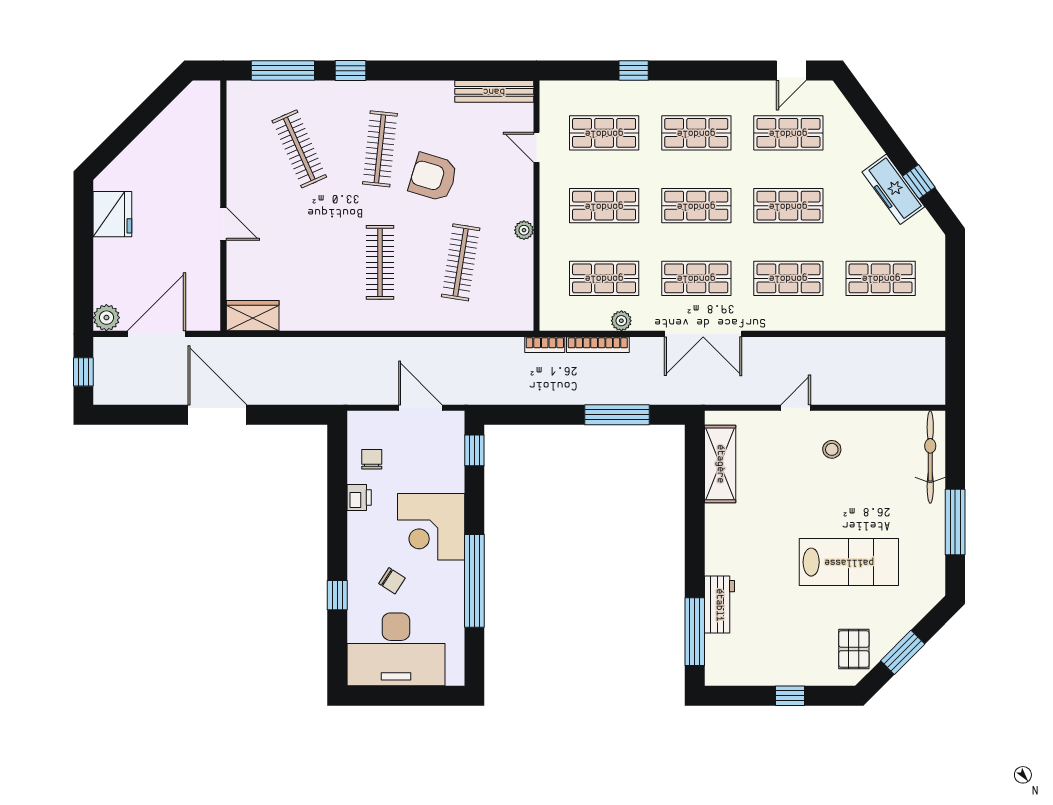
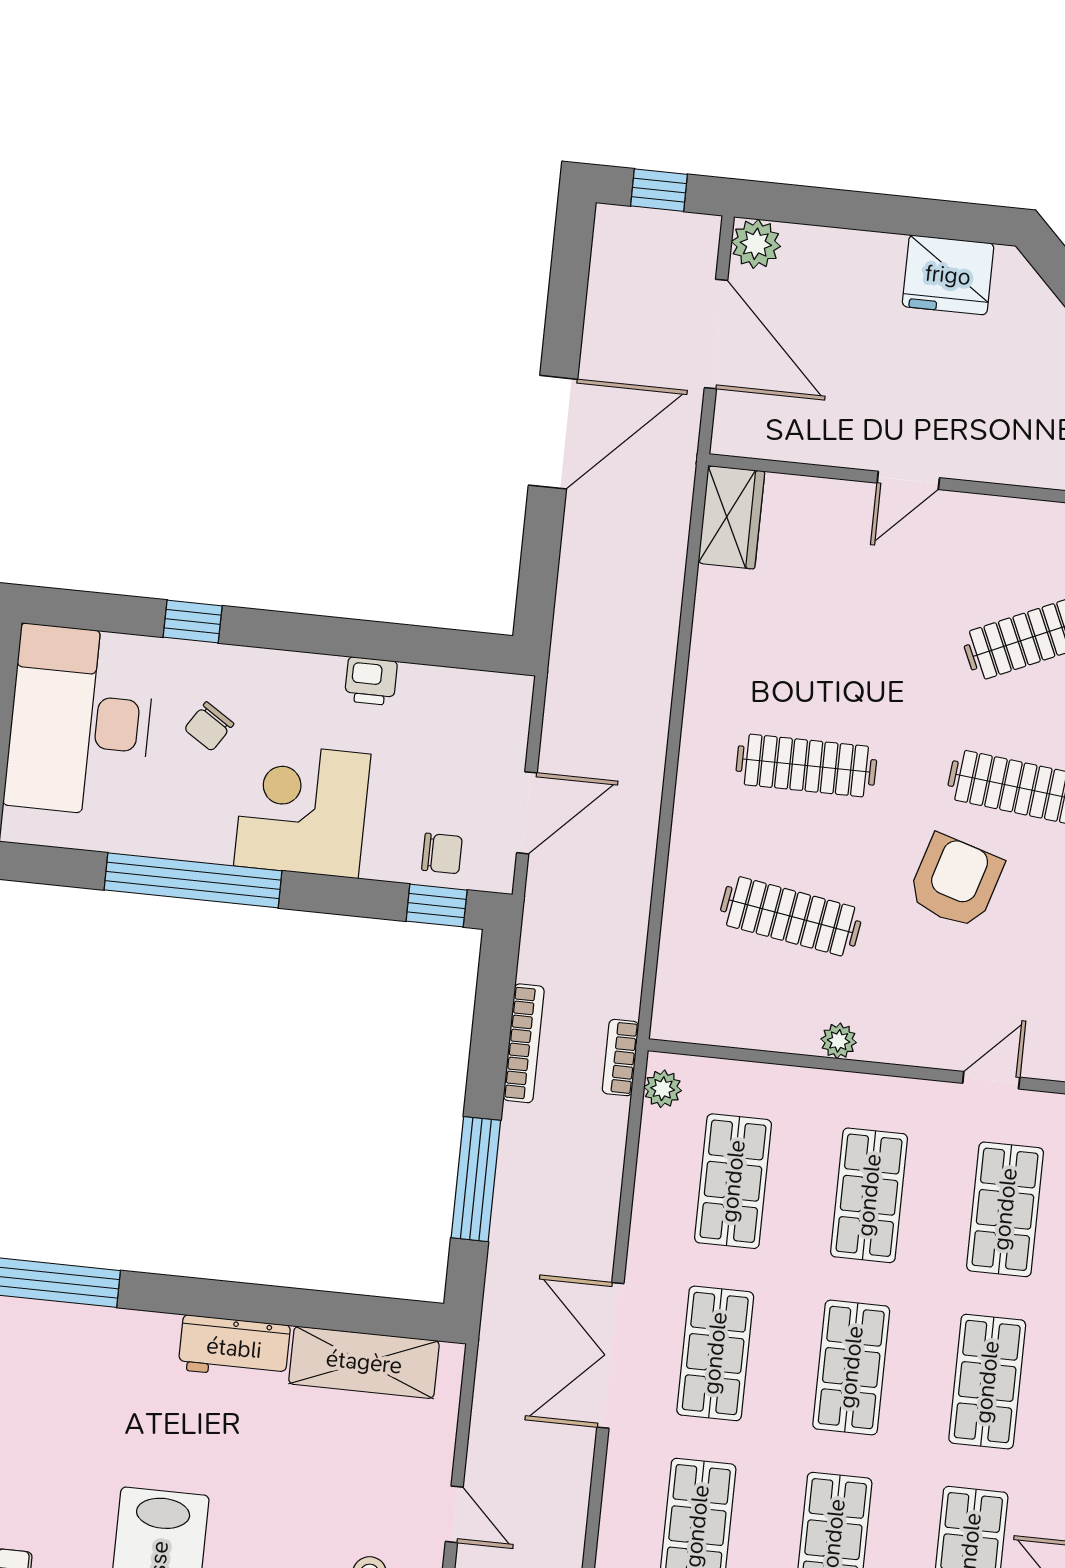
plant: (621, 321) -> (663, 1089), moved
bookcase: (598, 345) -> (524, 1043), moved, turned 180
chair: (372, 459) -> (442, 853), moved
workbench: (719, 605) -> (234, 1348), moved

